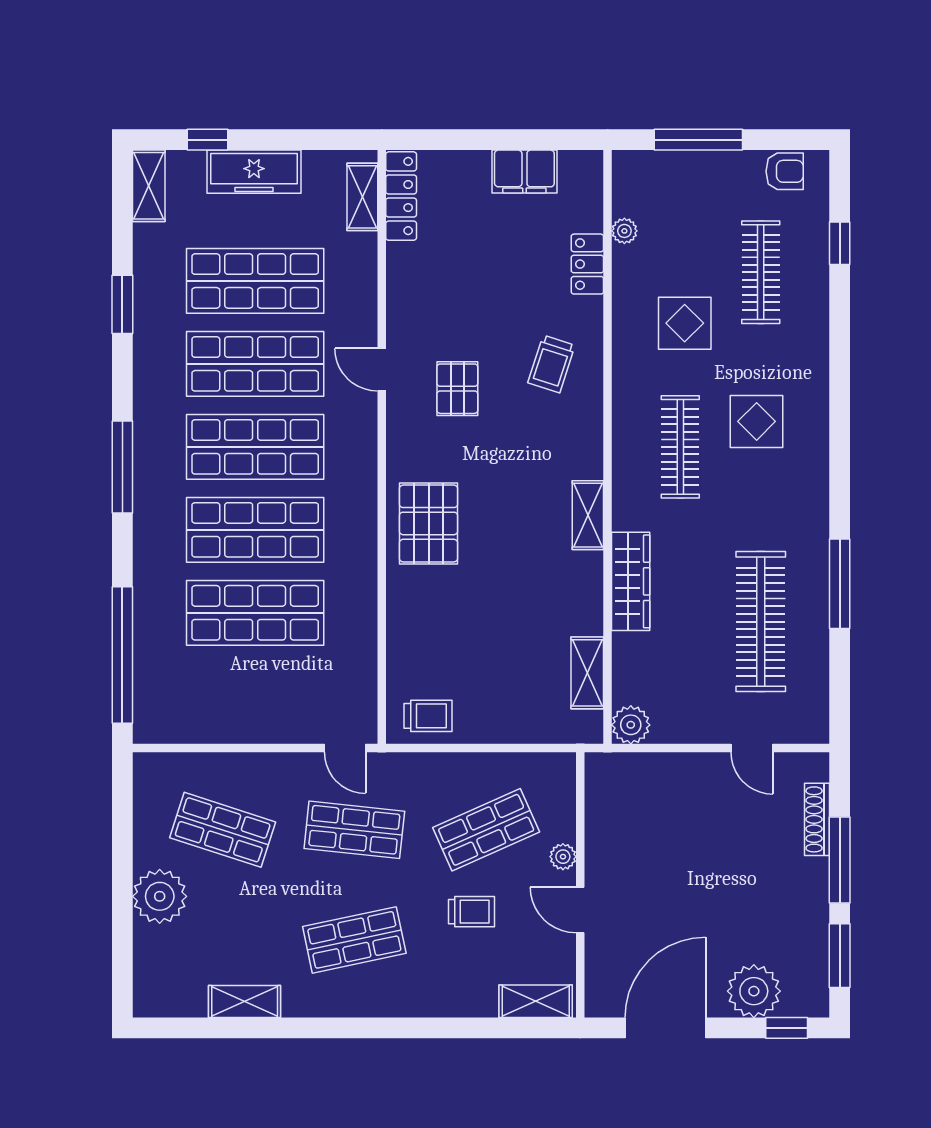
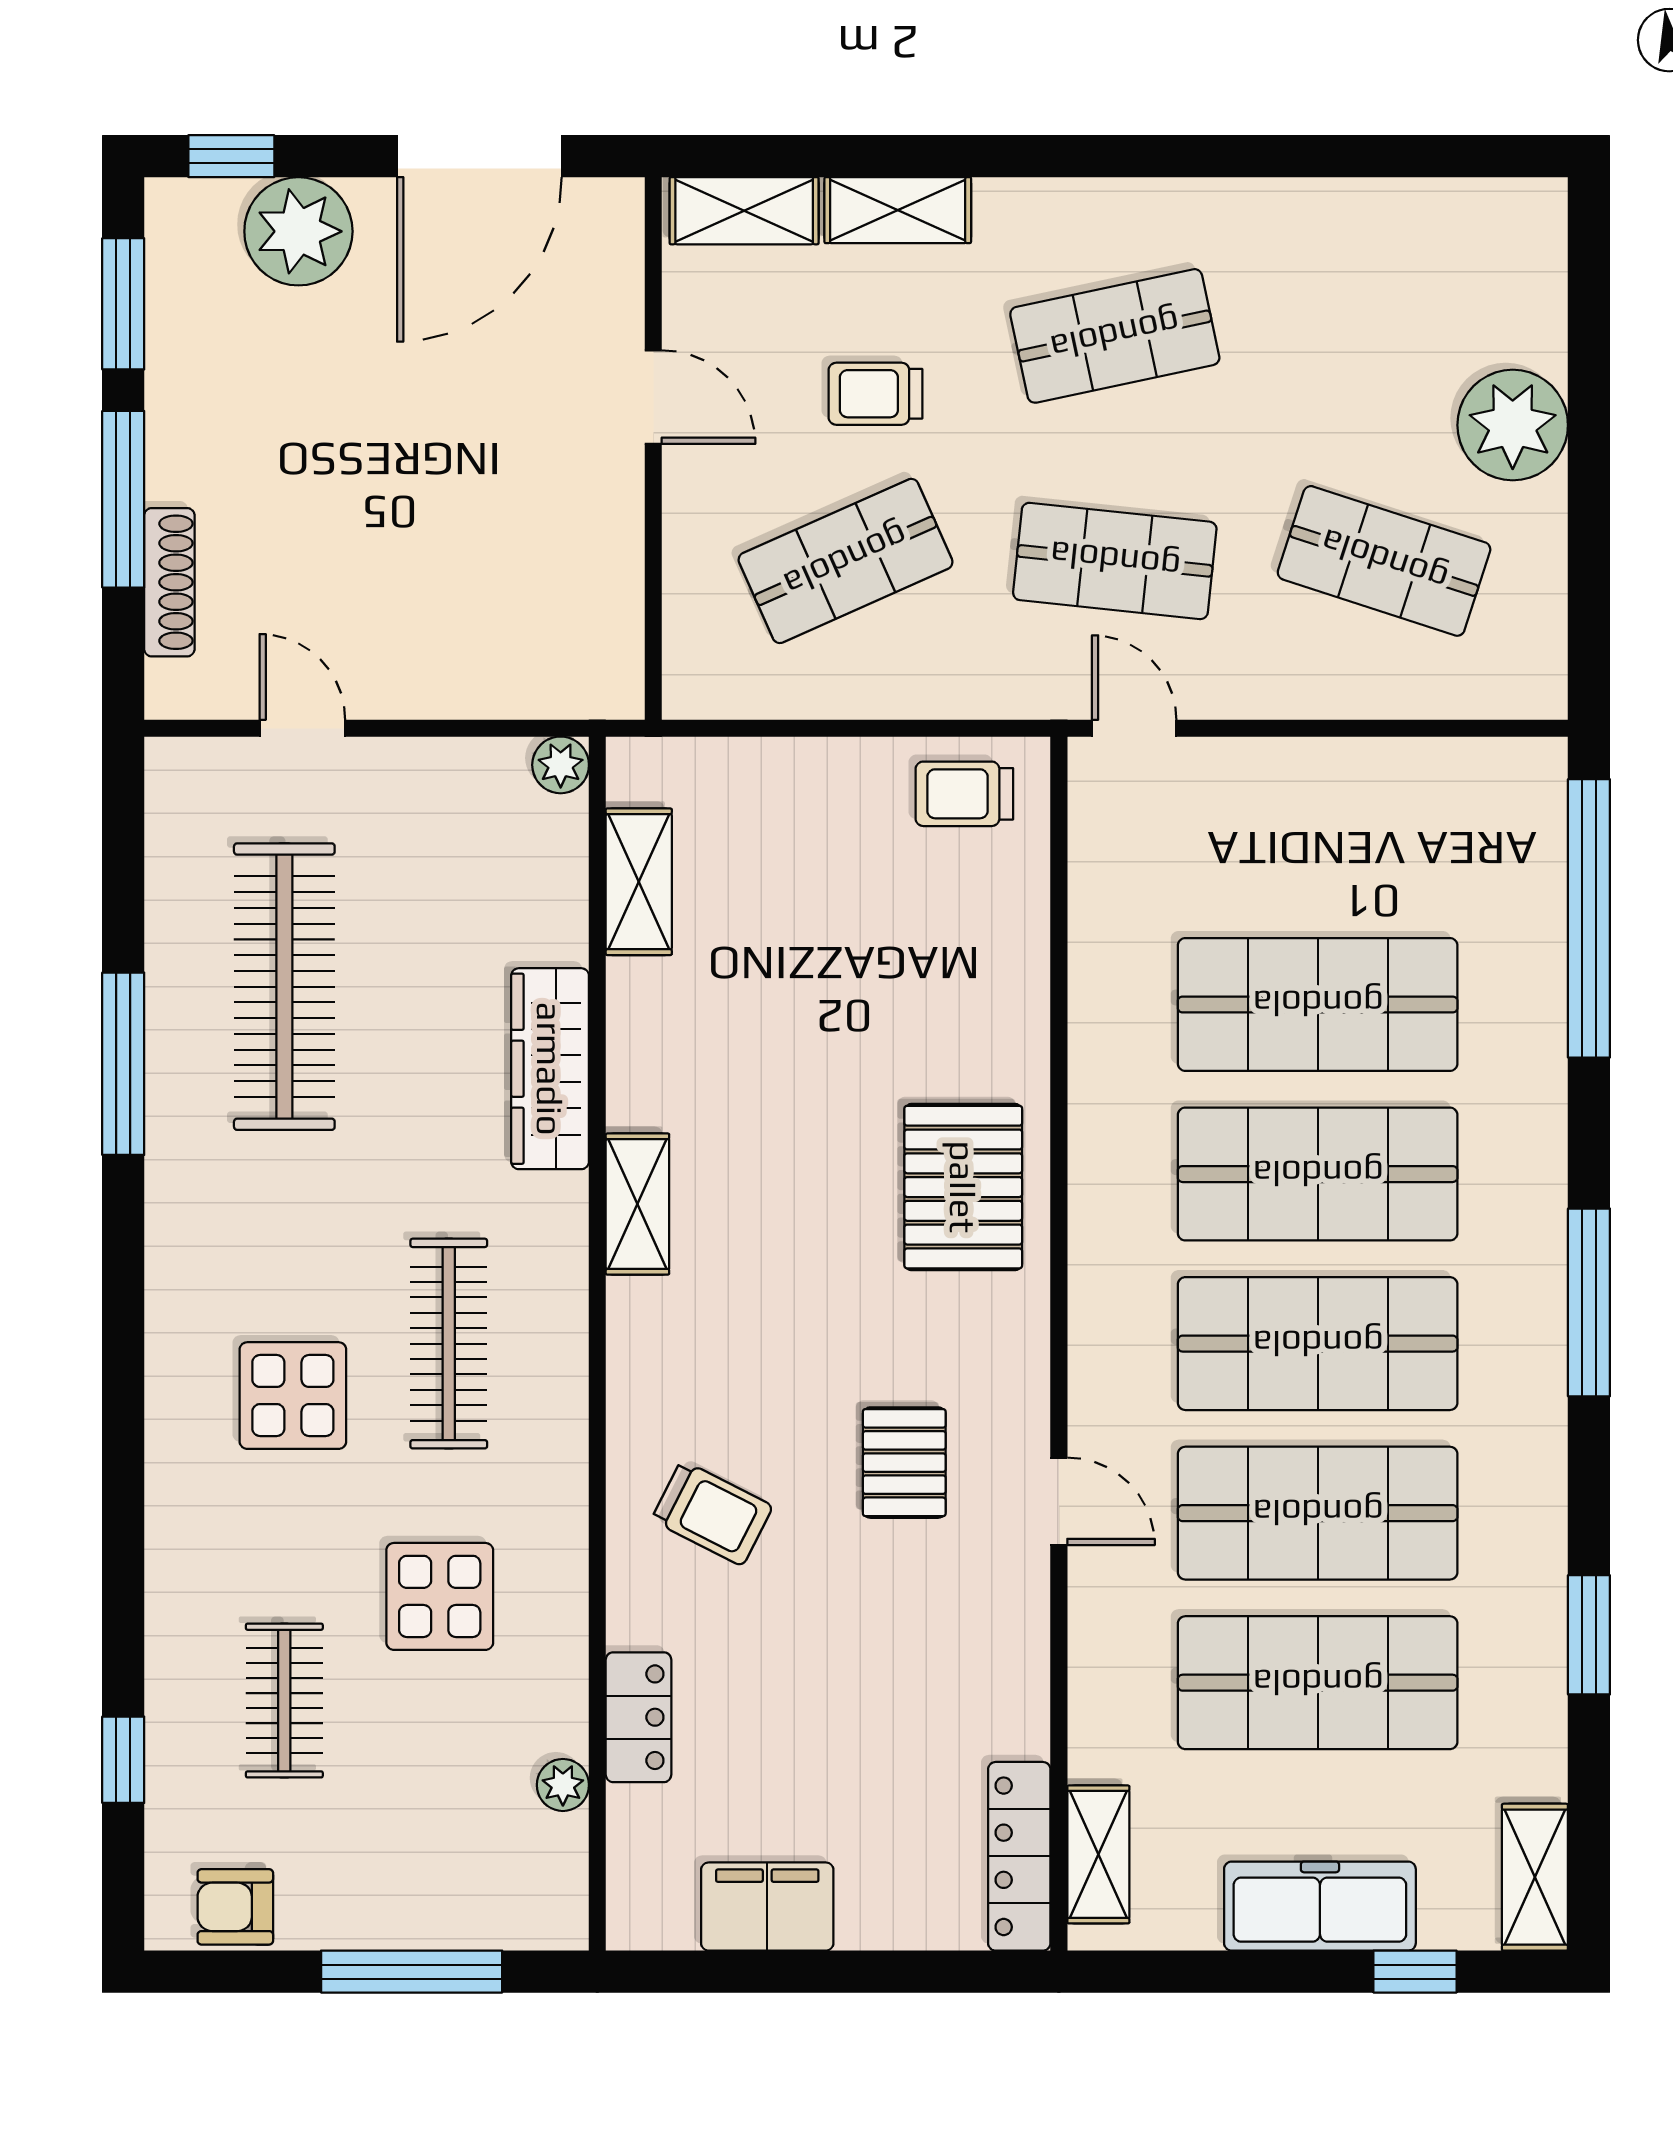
clothes rail: (761, 272) -> (284, 1701), width x0.73
trolley: (551, 364) -> (712, 1513), turned 99
plant: (631, 725) -> (561, 765), width x0.73, depth x0.73
plant: (563, 857) -> (688, 506), removed
shelving: (245, 1001) -> (898, 210), moved

